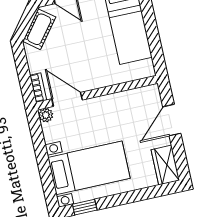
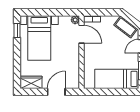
door: (67, 99) -> (82, 34), hinge flipped
door: (172, 120) -> (56, 92), hinge flipped

